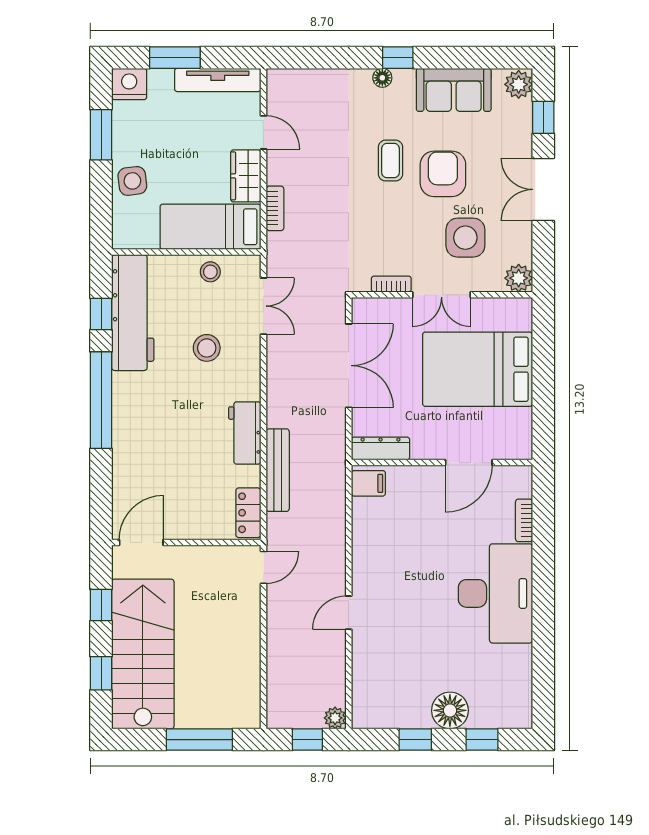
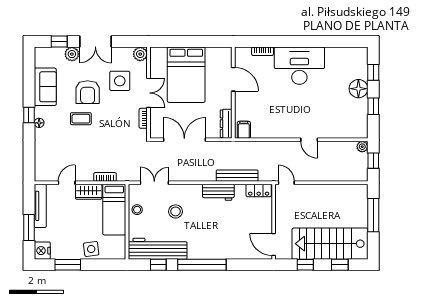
plant: (519, 84) -> (72, 54), moved
armchair: (443, 174) -> (88, 92), turned -90

